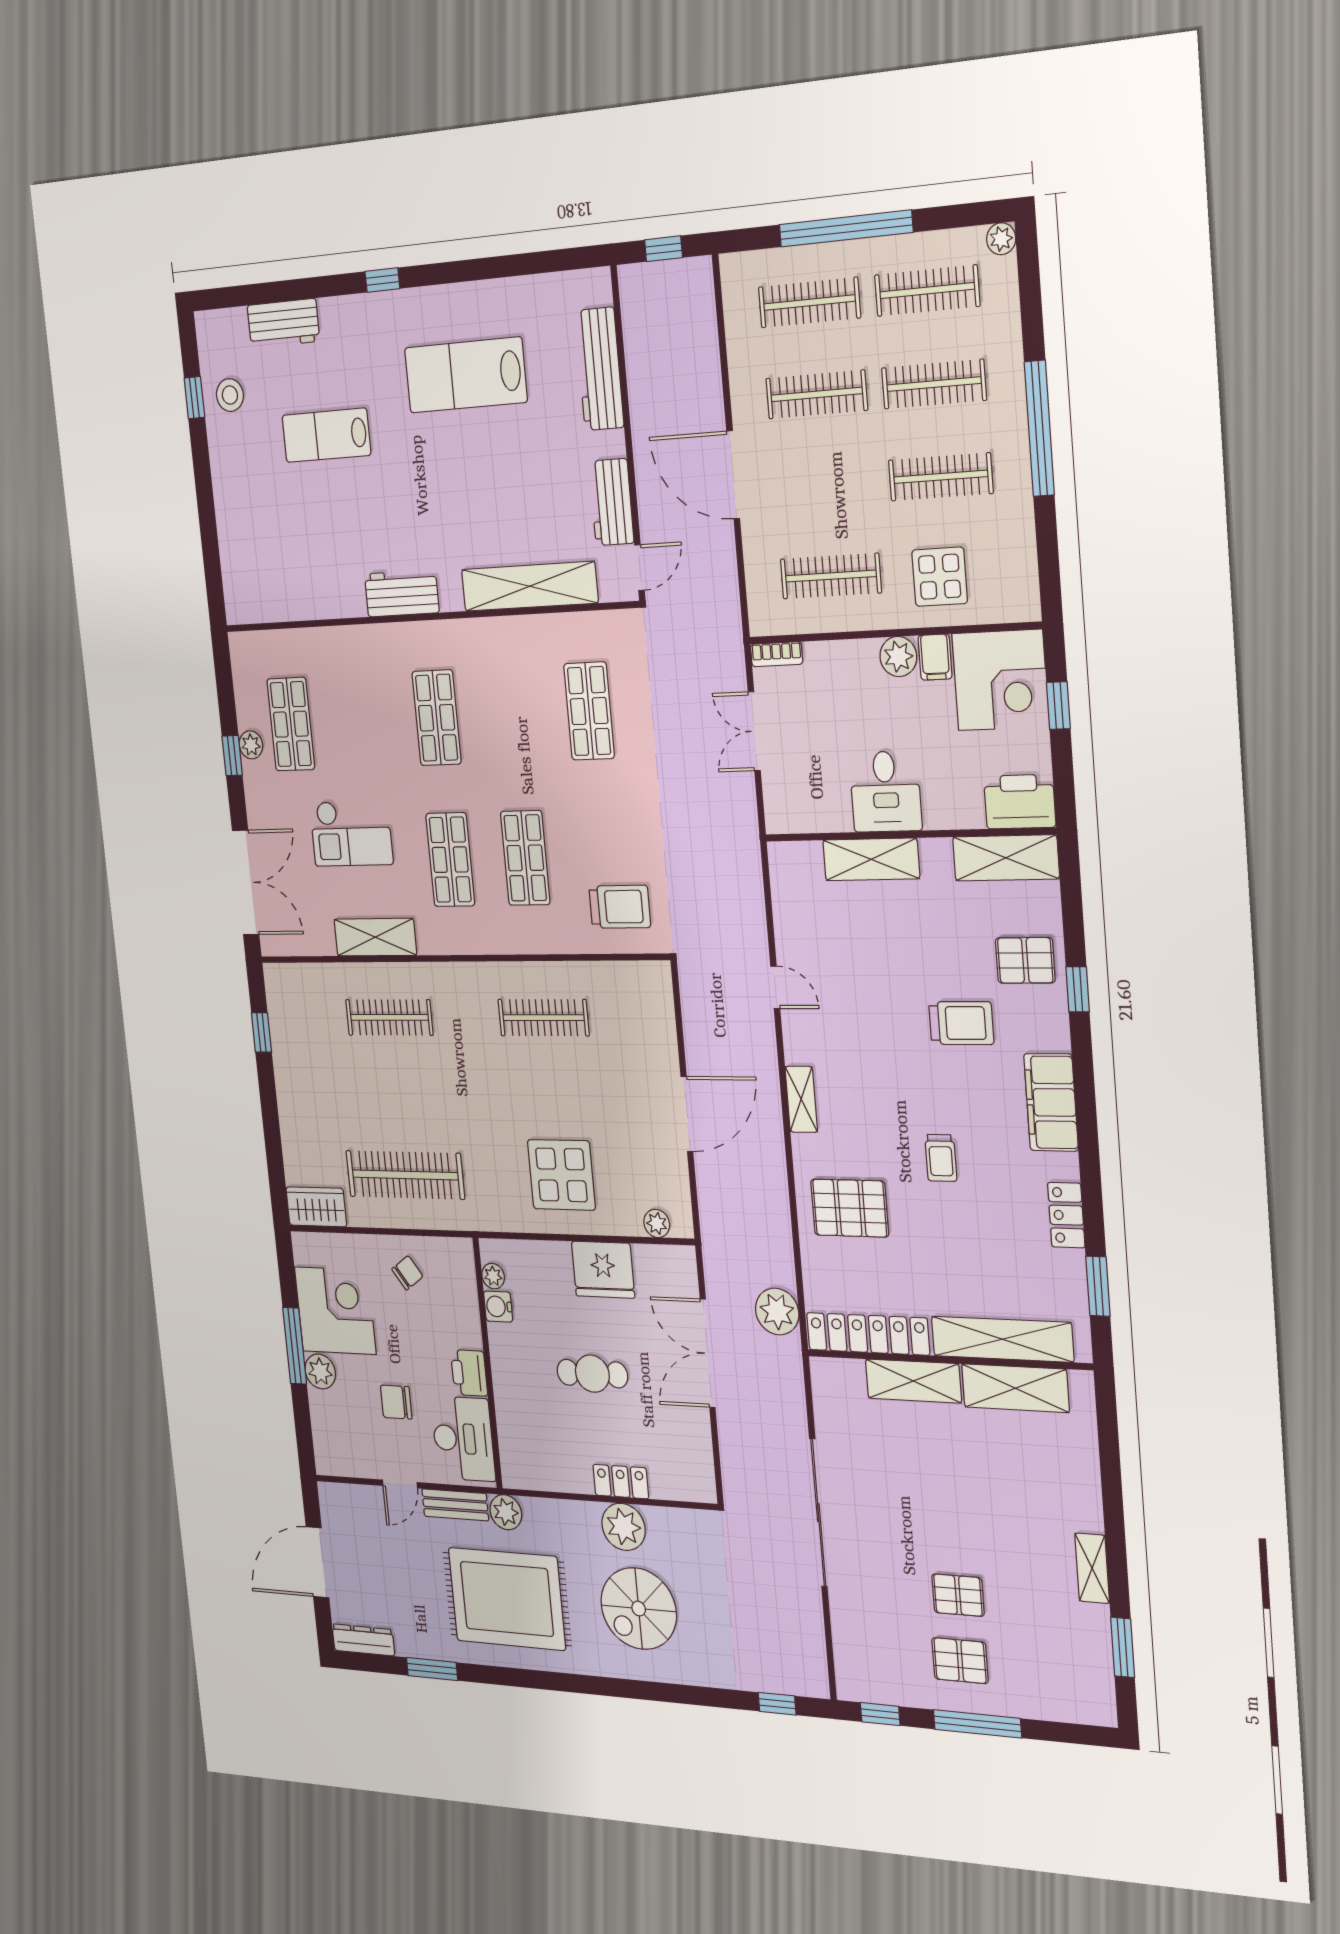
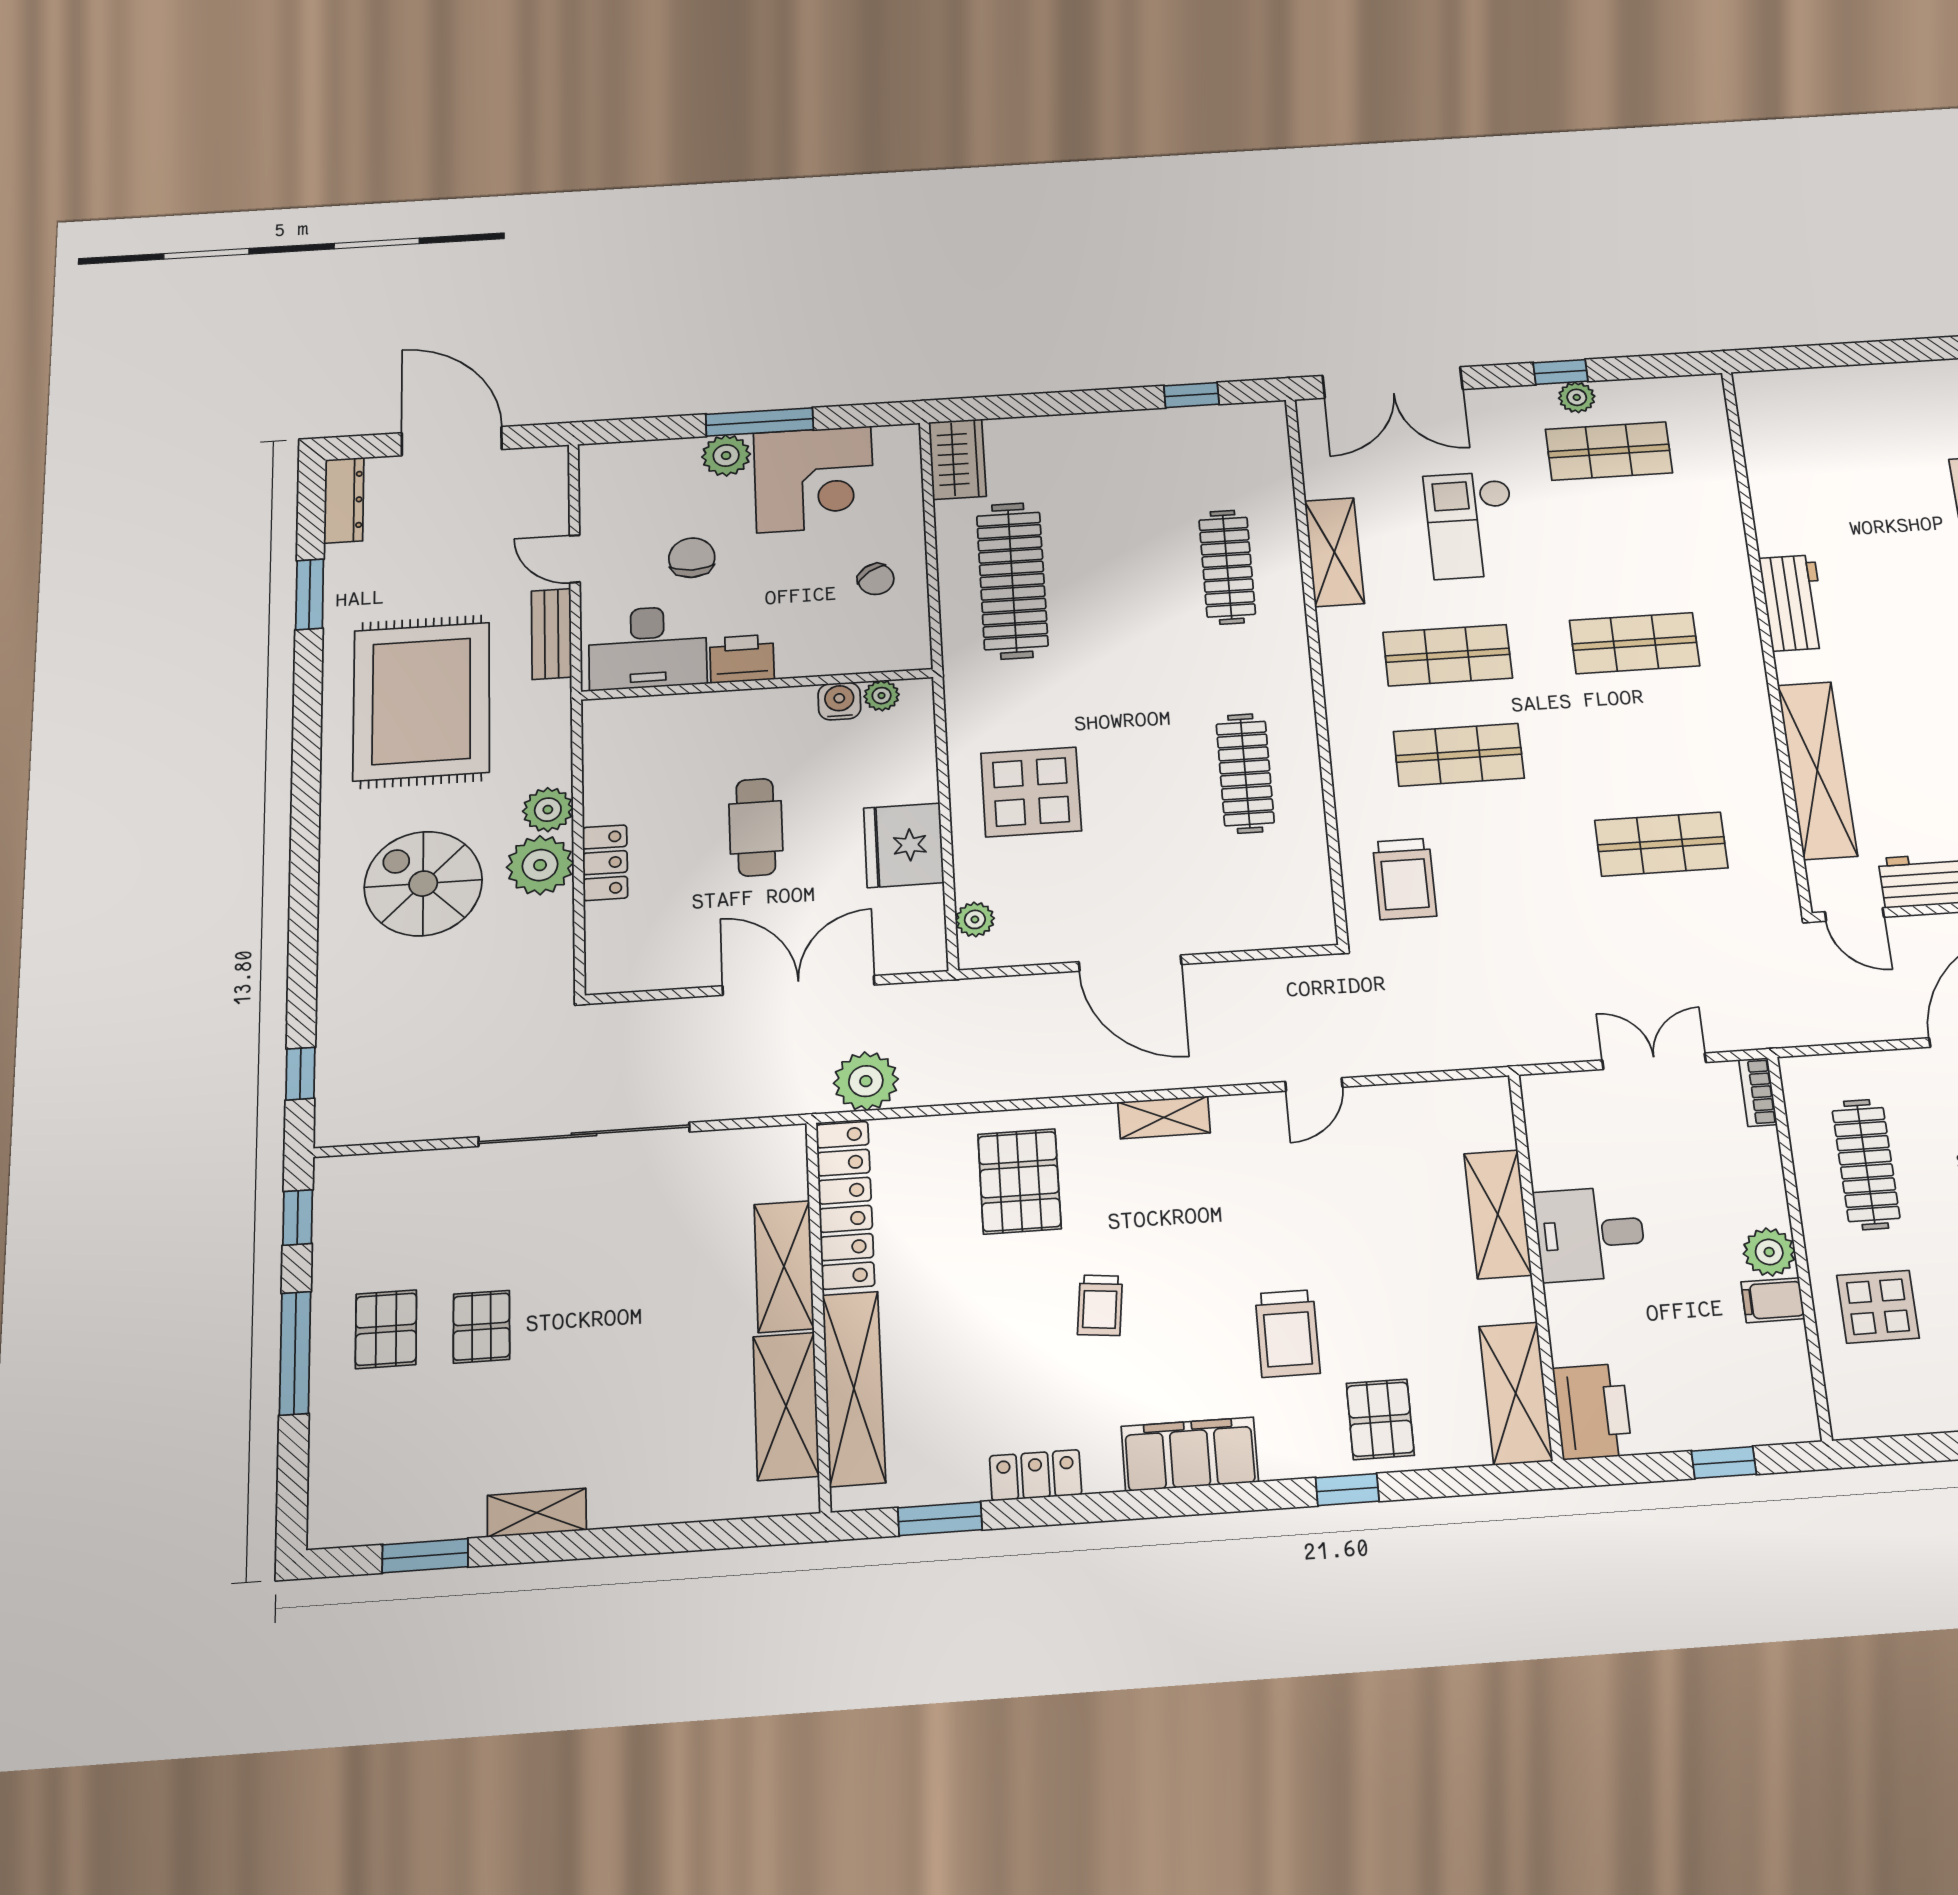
corner desk: (1000, 680) -> (1750, 1386), removed
trolley: (941, 1158) -> (1100, 1305), turned -84
plant: (506, 1512) -> (548, 810), moved

